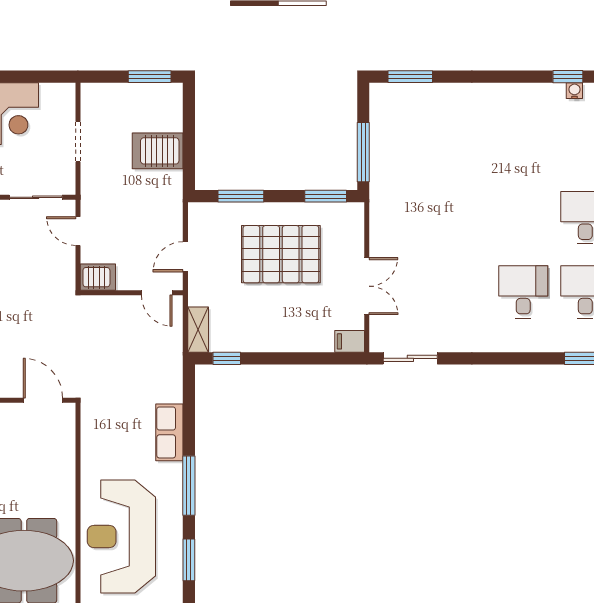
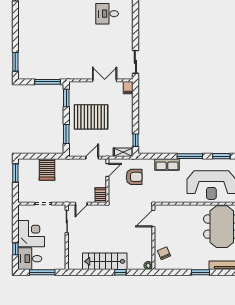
pallet: (281, 254) -> (91, 117), turned 90
door: (185, 257) -> (92, 158), swing flipped
armchair: (140, 355) -> (134, 177), added

